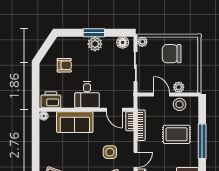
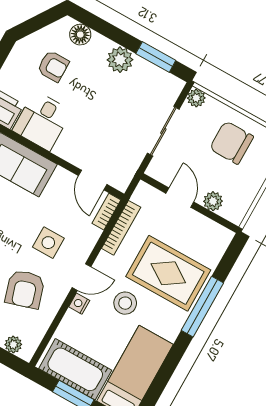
window: (94, 33) -> (156, 57), moved
floor lamp: (123, 42) -> (80, 35), moved
desk: (87, 95) -> (42, 121), moved
stool: (180, 104) -> (125, 303), moved
rug: (177, 134) -> (168, 273), width x1.36, depth x1.43

